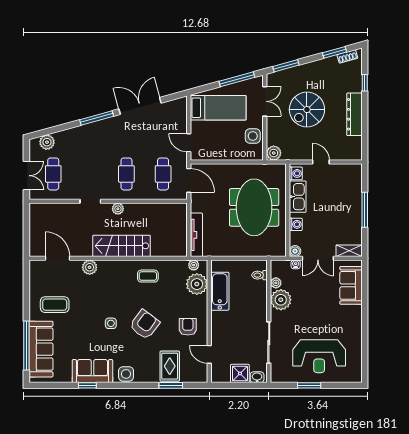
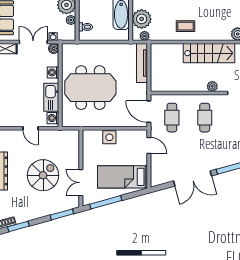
side table: (253, 136) -> (109, 137), moved
plant: (274, 153) -> (73, 136), removed
meeting table: (254, 207) -> (90, 88), turned 90

